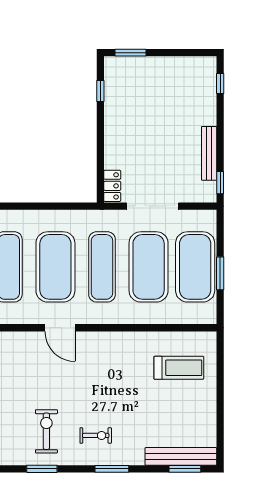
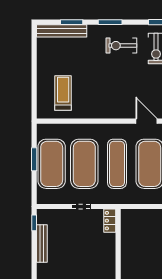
doorway: (153, 206) -> (82, 206), width x0.53
treadmill: (179, 368) -> (63, 93), turned 90
exercise bike: (96, 435) -> (121, 46), width x1.38, depth x1.39
window: (185, 469) -> (72, 22), moved

